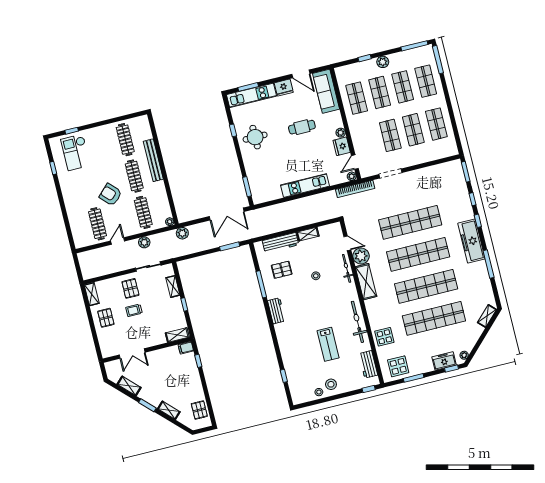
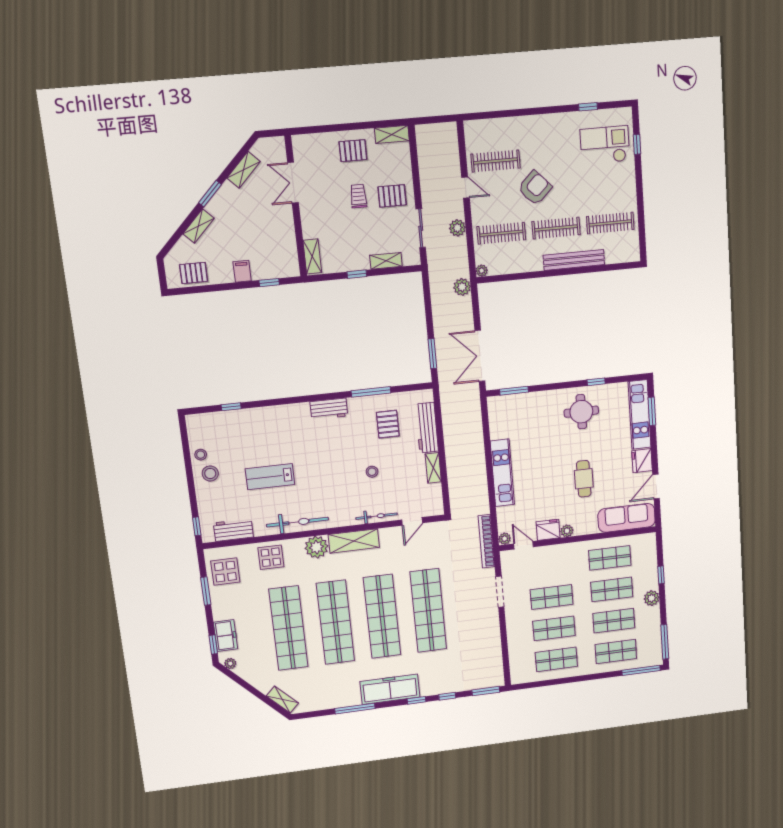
plant: (361, 256) -> (316, 547), moved
filing cabinet: (186, 348) -> (242, 271), moved

